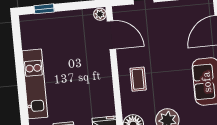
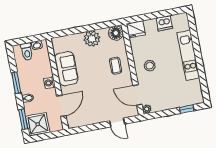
stool: (90, 74) -> (150, 66), added

